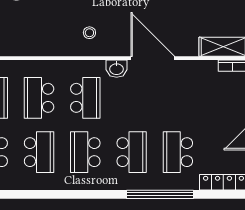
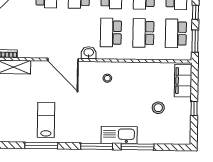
school desk: (39, 98) -> (143, 33), turned 180

